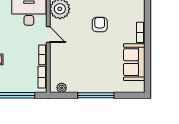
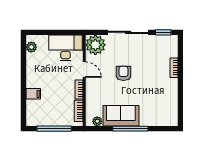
armchair: (100, 24) -> (123, 73), moved
sofa: (134, 62) -> (121, 116), moved, turned 90

